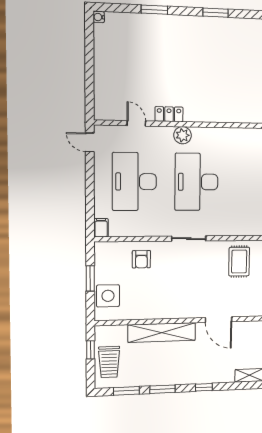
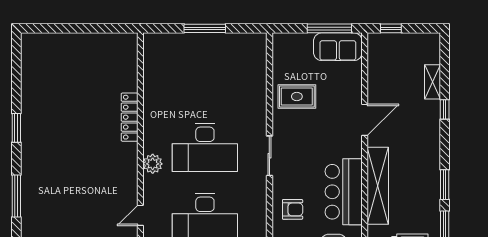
window: (154, 10) -> (16, 196), width x1.44
locker: (169, 114) -> (130, 117), moved, width x1.53
bar counter: (157, 303) -> (344, 192), added
window: (204, 387) -> (445, 109), moved

